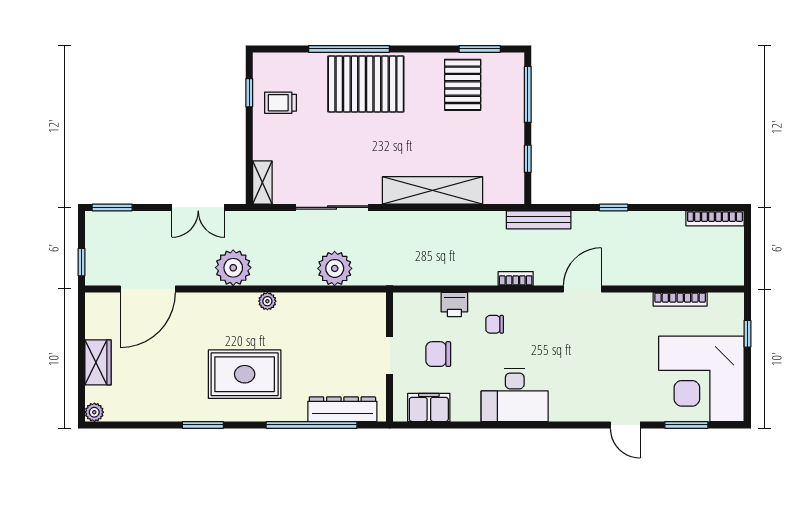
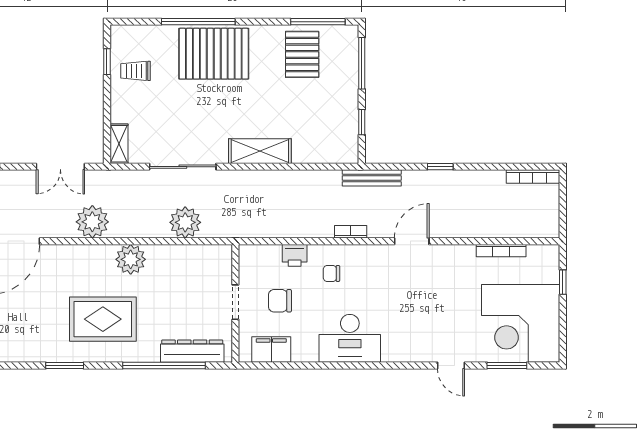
window: (480, 49) -> (318, 22), width x1.44
shelving: (432, 190) -> (260, 151), width x0.68
plant: (267, 301) -> (131, 259), width x1.88, depth x1.88

